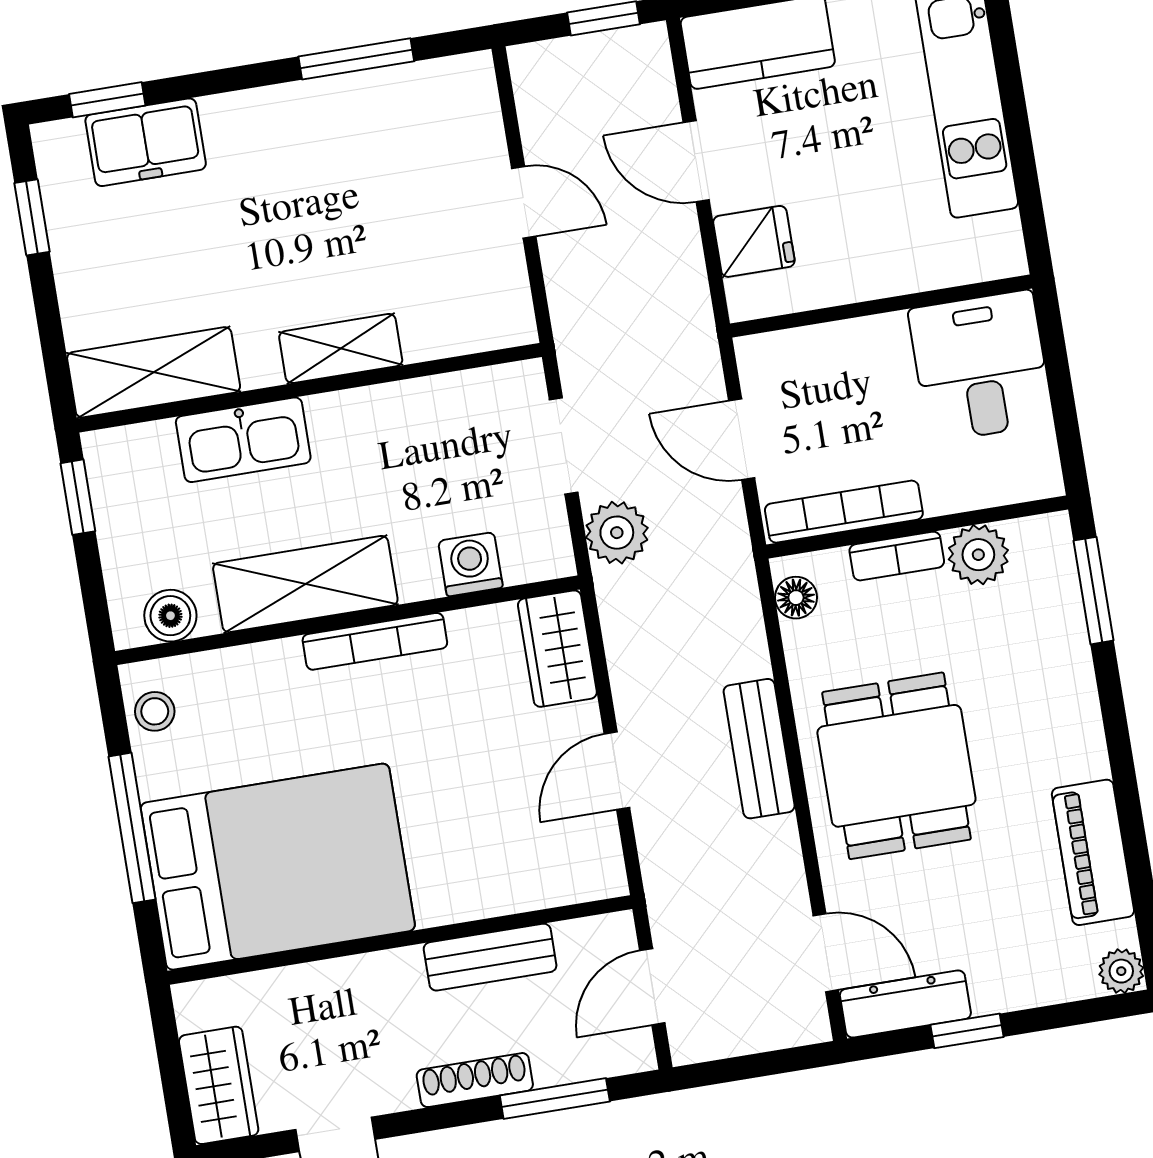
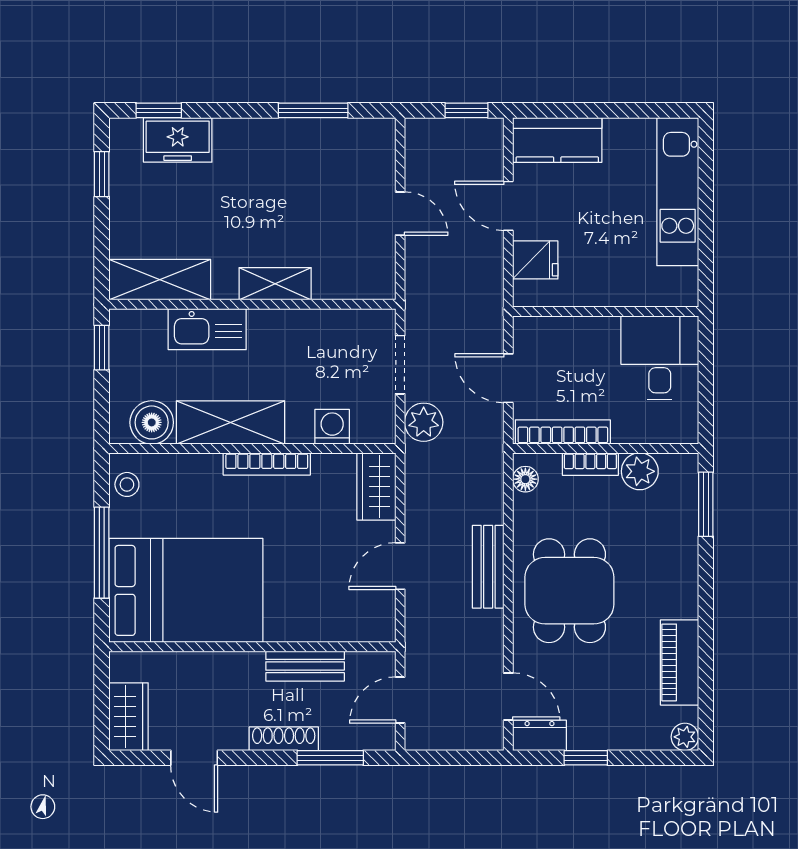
boiler: (170, 616) -> (152, 422), width x1.36, depth x1.36
dresser: (905, 1004) -> (539, 735), width x0.70

